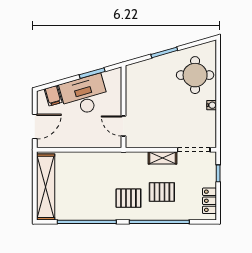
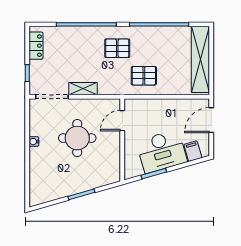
round table: (195, 75) -> (77, 138), moved
door: (123, 126) -> (122, 121), swing flipped
pallet: (162, 192) -> (144, 76), moved

